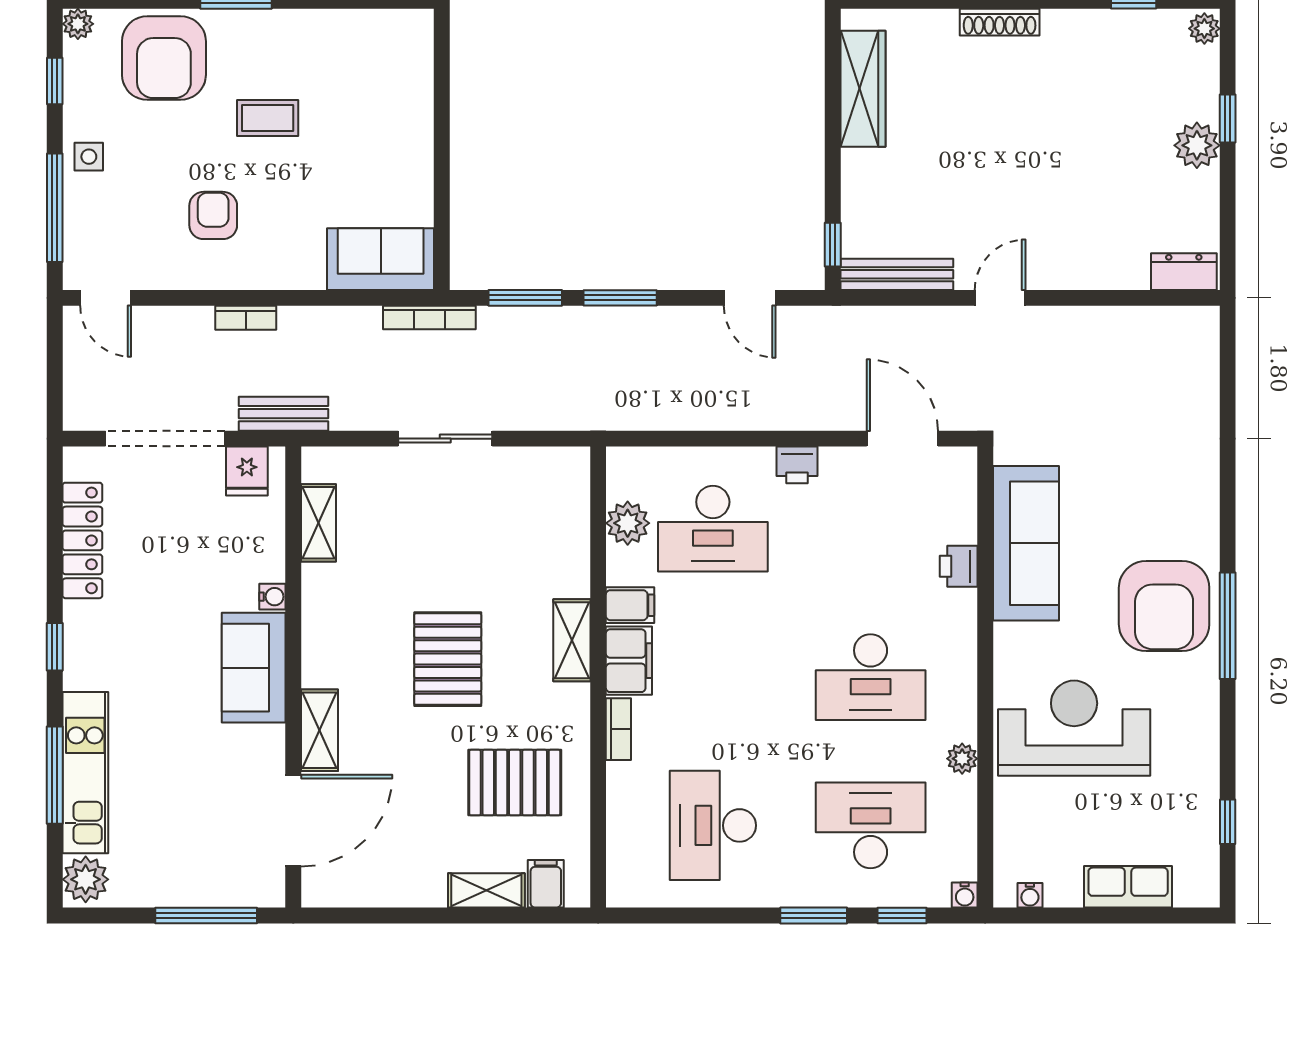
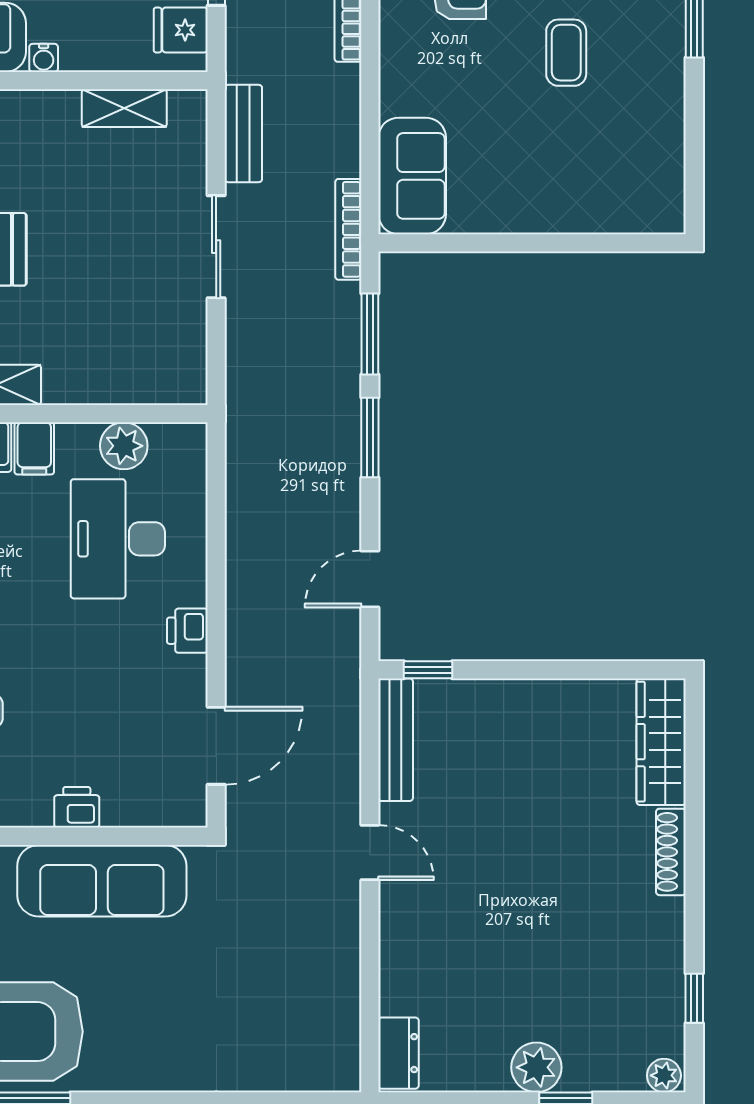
wardrobe: (863, 89) -> (661, 742), moved, turned 90
bench: (283, 414) -> (243, 133), moved

